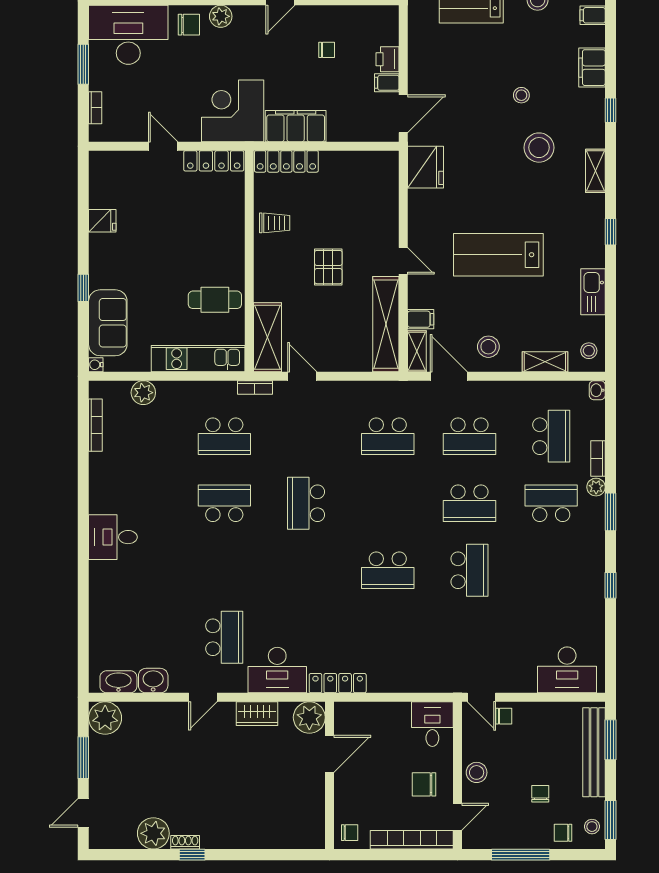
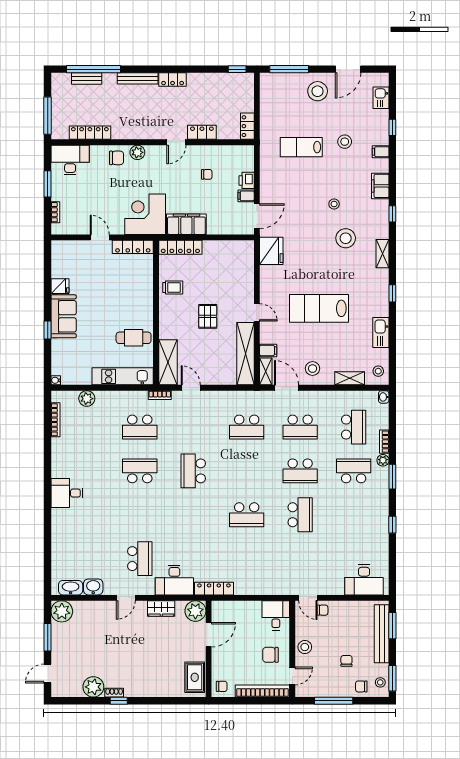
desk: (128, 35) -> (70, 160), width x0.73, depth x0.77
sofa: (108, 323) -> (64, 316), moved
rug: (308, 819) -> (195, 677), added

